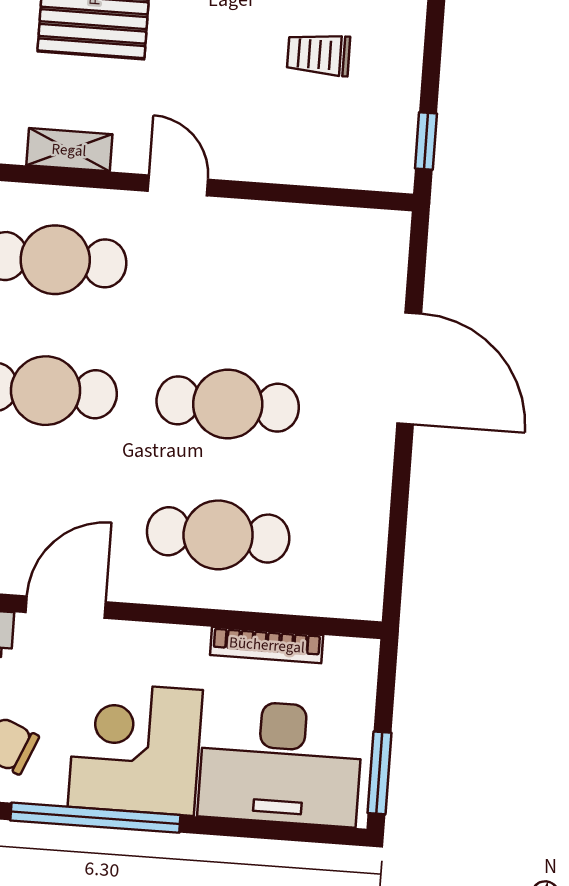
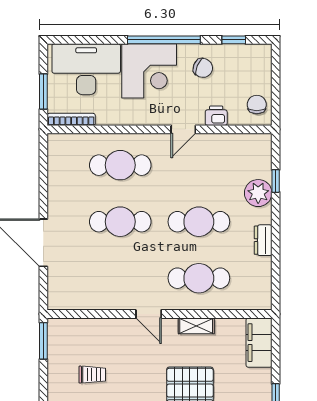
window: (426, 141) -> (43, 341), width x1.50
door: (66, 607) -> (183, 129), width x0.73
bookcase: (267, 645) -> (71, 119), moved
window: (379, 773) -> (43, 92), moved

